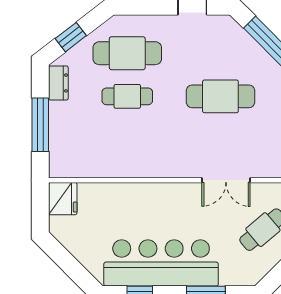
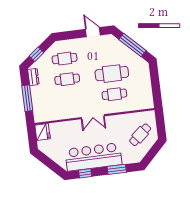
cafe table: (127, 53) -> (65, 59), width x0.73, depth x0.74
cafe table: (220, 140) -> (114, 94), added
double door: (226, 180) -> (93, 117), moved

